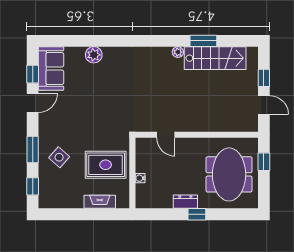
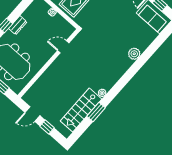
plant: (94, 55) -> (134, 54), moved

